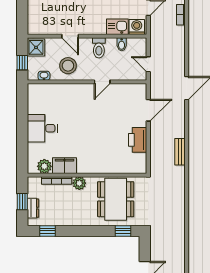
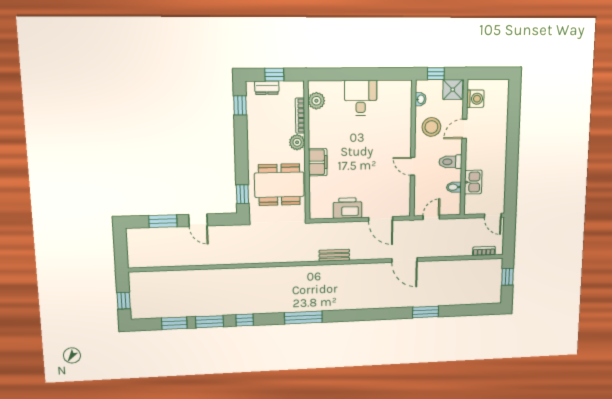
washing machine: (137, 27) -> (475, 99), moved
filing cabinet: (64, 166) -> (318, 162), moved

